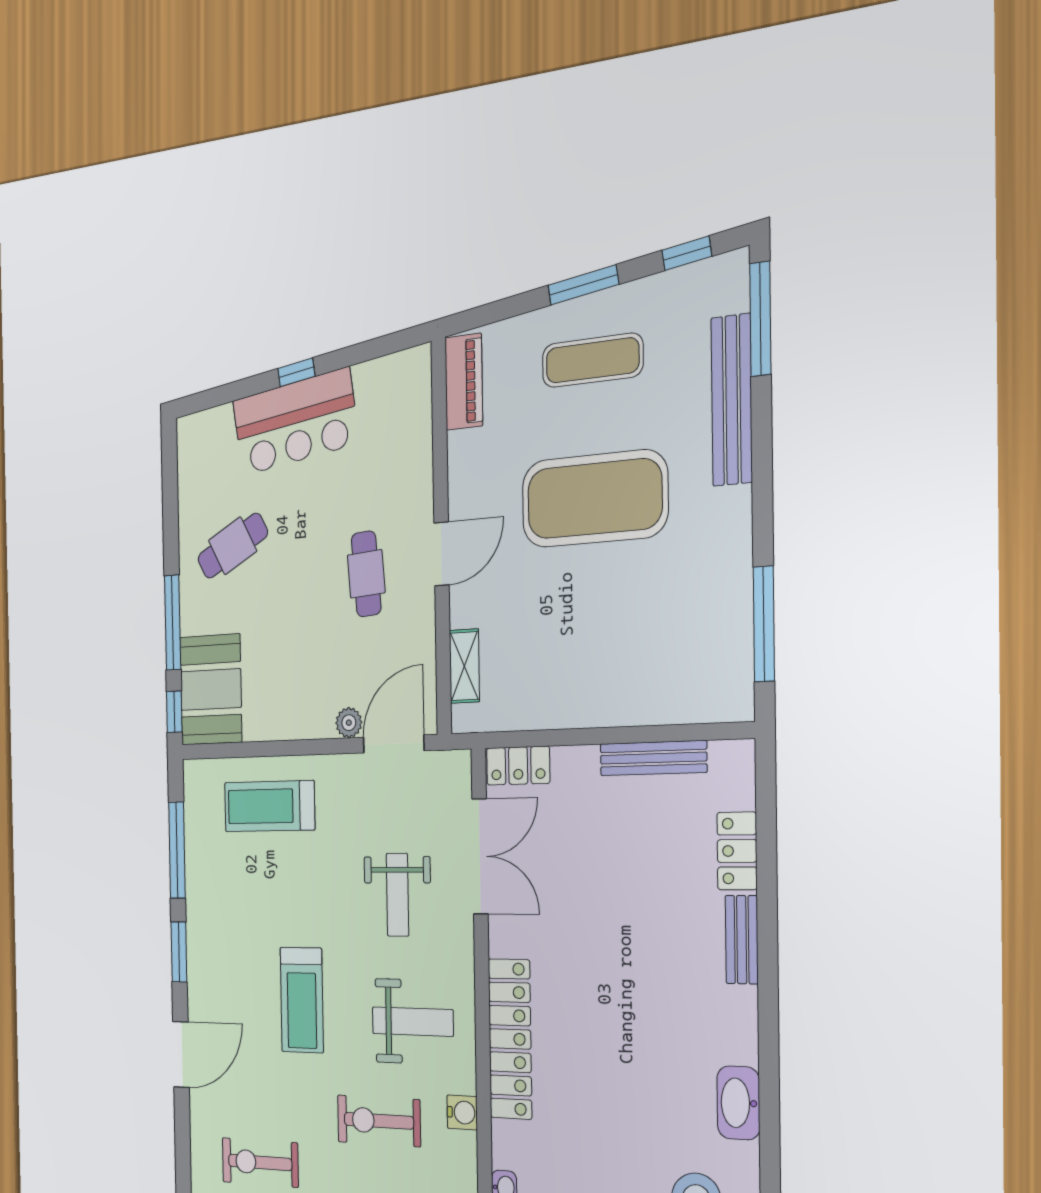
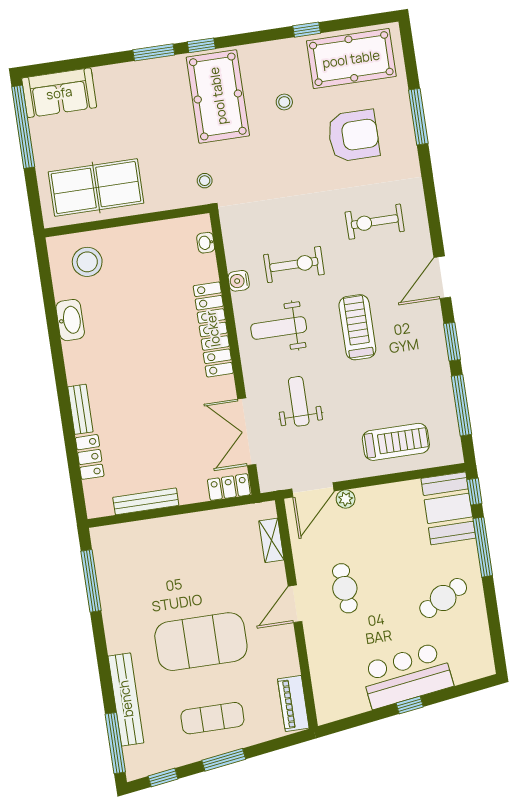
exercise bike: (260, 1162) -> (375, 222), turned 180

